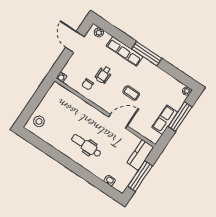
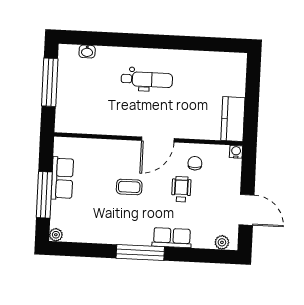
row of seats: (125, 51) -> (172, 238), width x0.68
stool: (39, 121) -> (230, 74), removed
door: (118, 122) -> (158, 140), moved
kitchen counter: (140, 155) -> (233, 119), moved, turned 180

